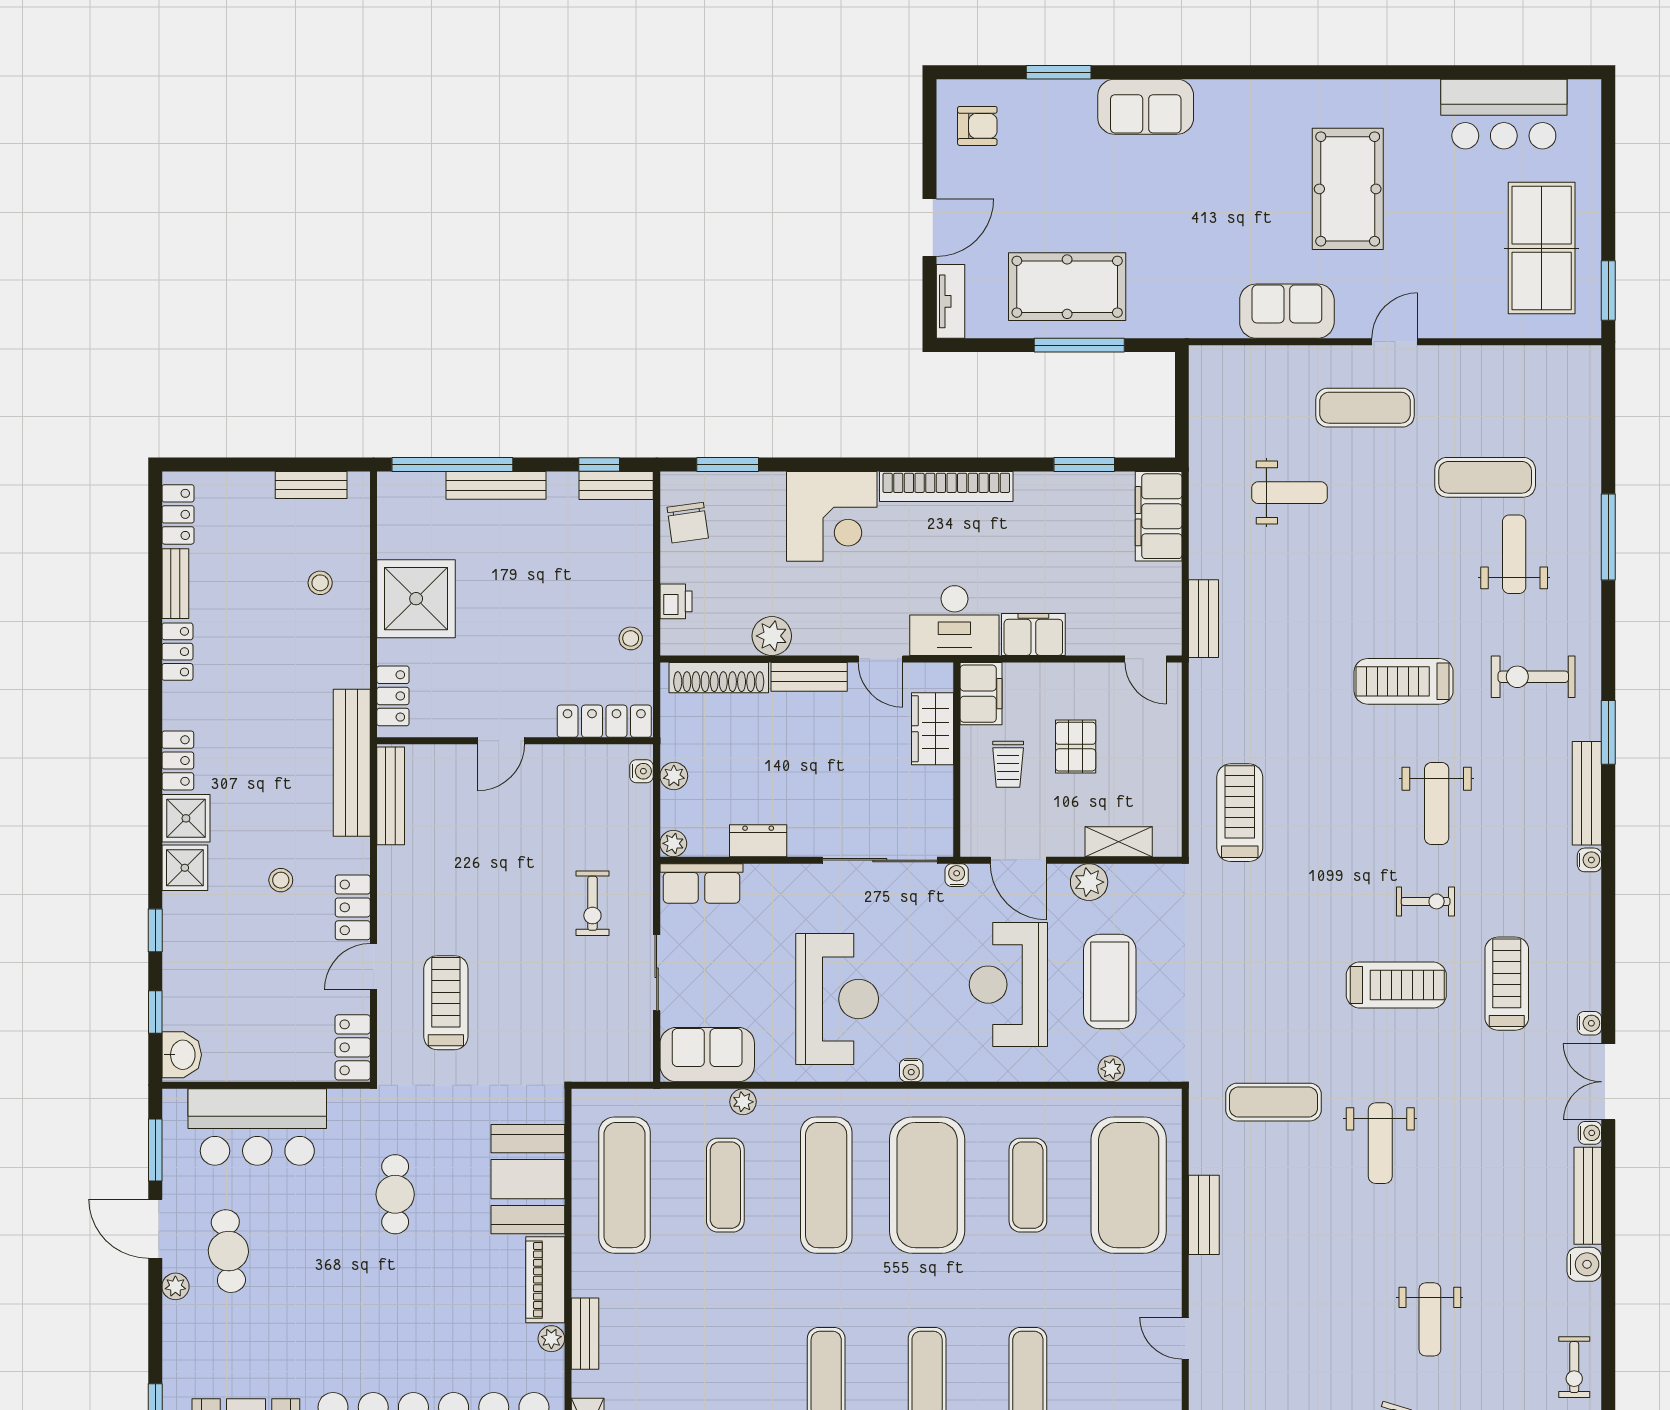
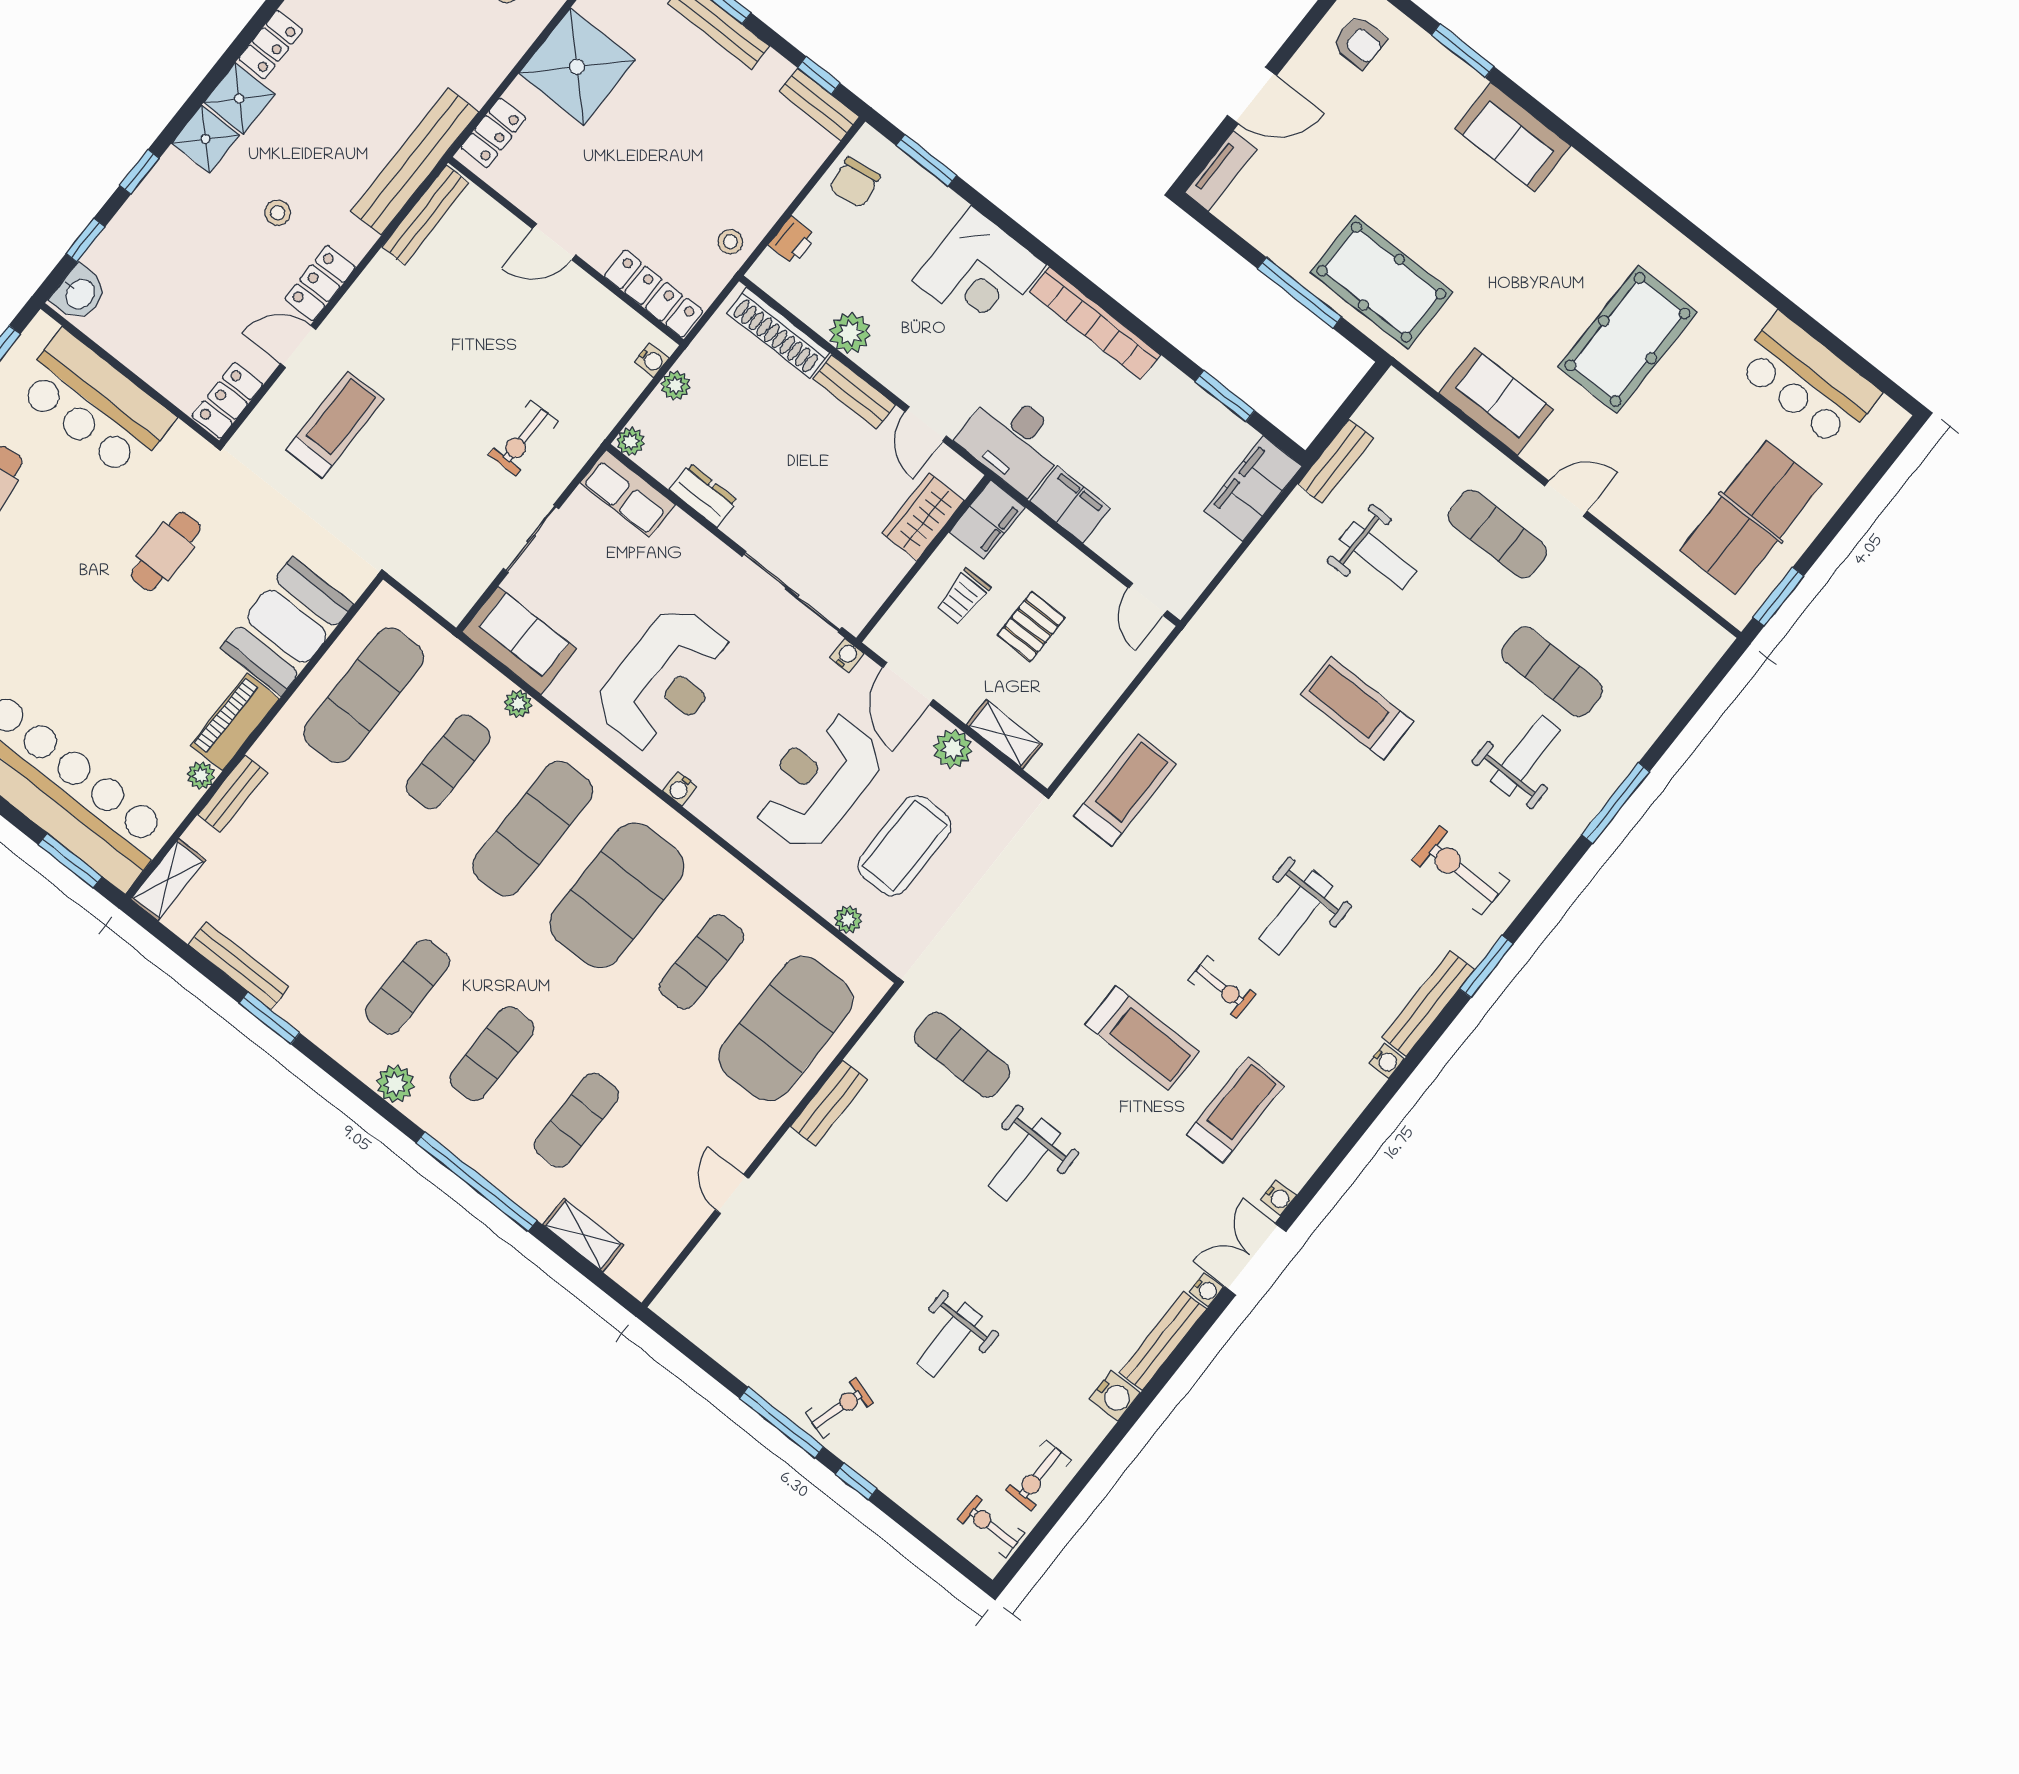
pool table: (1067, 287) -> (1381, 282), moved
bench: (1204, 619) -> (1336, 461), moved
treadmill: (1404, 681) -> (1357, 708), moved

